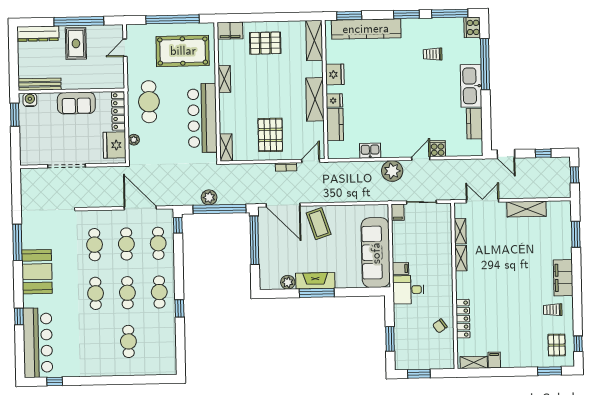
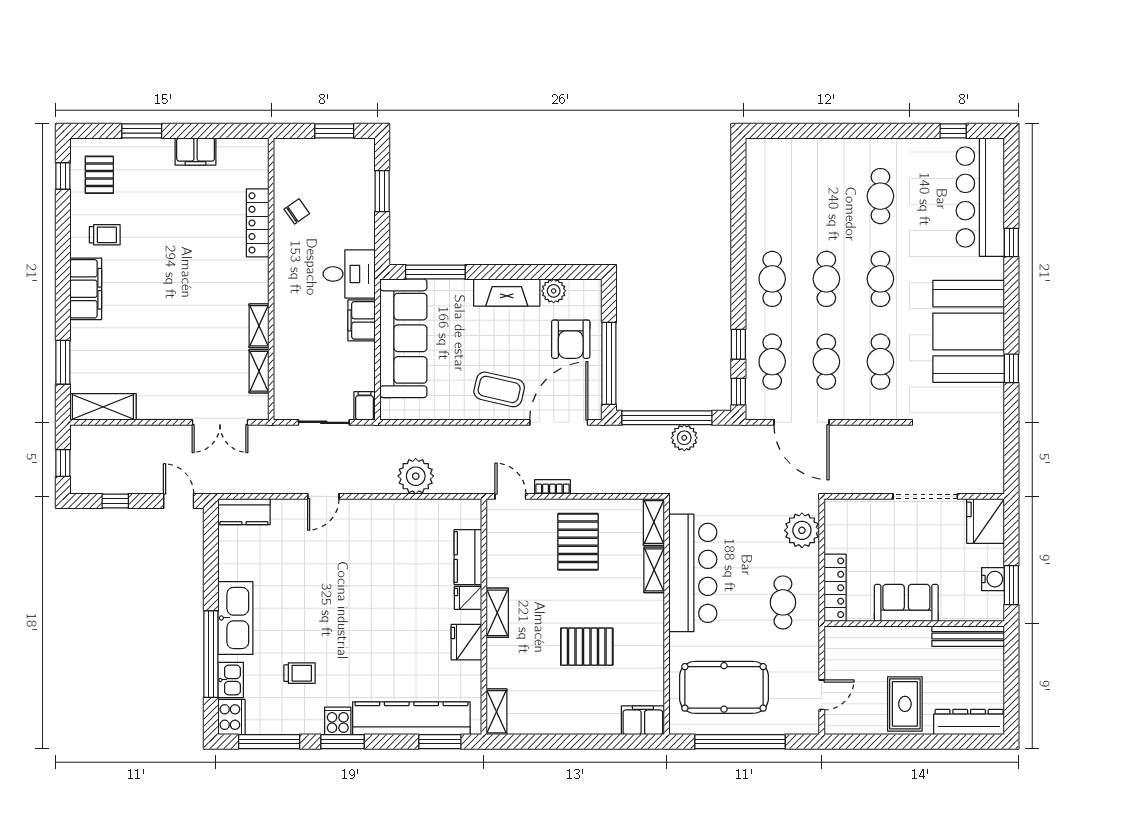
window: (79, 21) -> (899, 742), removed
shelving: (314, 41) -> (497, 712), width x0.67, depth x0.75
pallet: (265, 43) -> (587, 647), moved
shelving: (224, 79) -> (654, 570), moved
shelving: (315, 99) -> (497, 613), width x0.67, depth x0.75
water cooler: (30, 100) -> (993, 579), moved, turned -90
cafe table: (149, 102) -> (783, 602), width x0.73, depth x0.74
kitchen counter: (474, 124) -> (244, 512), moved, turned 90
plant: (134, 140) -> (802, 530), width x1.88, depth x1.88
fridge: (115, 145) -> (986, 521), moved, turned 180
cooker: (438, 149) -> (338, 721), moved, turned 180
kitchen sink: (370, 151) -> (231, 680), moved, turned -90
door: (311, 161) -> (510, 496), swing flipped
plant: (392, 171) -> (416, 476), moved
door: (283, 205) -> (559, 422), hinge flipped
shelving: (527, 209) -> (103, 407), moved
coffee table: (319, 224) -> (499, 389), turned -59
window: (17, 242) -> (1011, 368), width x0.46
armchair: (277, 254) -> (571, 339), added
filing cabinet: (401, 269) -> (362, 320), width x2.00
booth: (37, 272) -> (969, 331), width x1.36, depth x1.42
window: (317, 293) -> (435, 272), moved
window: (180, 308) -> (738, 344), moved
cafe table: (128, 341) -> (880, 196), moved
filing cabinet: (494, 360) -> (196, 151), width x2.00
shelving: (474, 362) -> (241, 148), removed
window: (550, 371) -> (142, 131), moved

